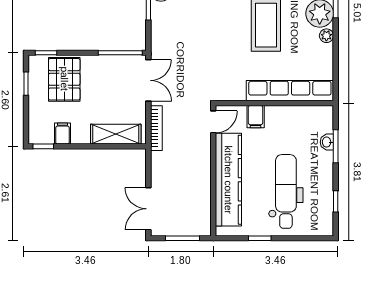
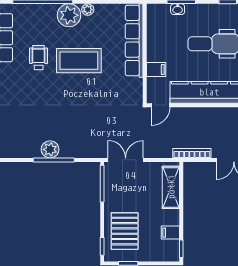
pallet: (64, 79) -> (125, 231), turned 90
door: (213, 122) -> (161, 105), swing flipped
bookcase: (156, 128) -> (192, 153), moved

